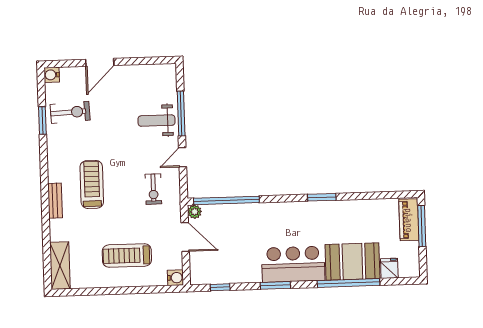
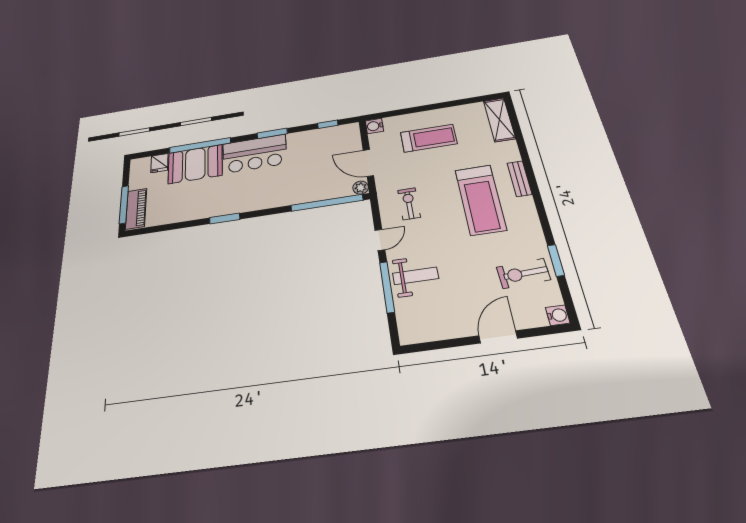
treadmill: (92, 184) -> (480, 200), width x1.37, depth x1.38

